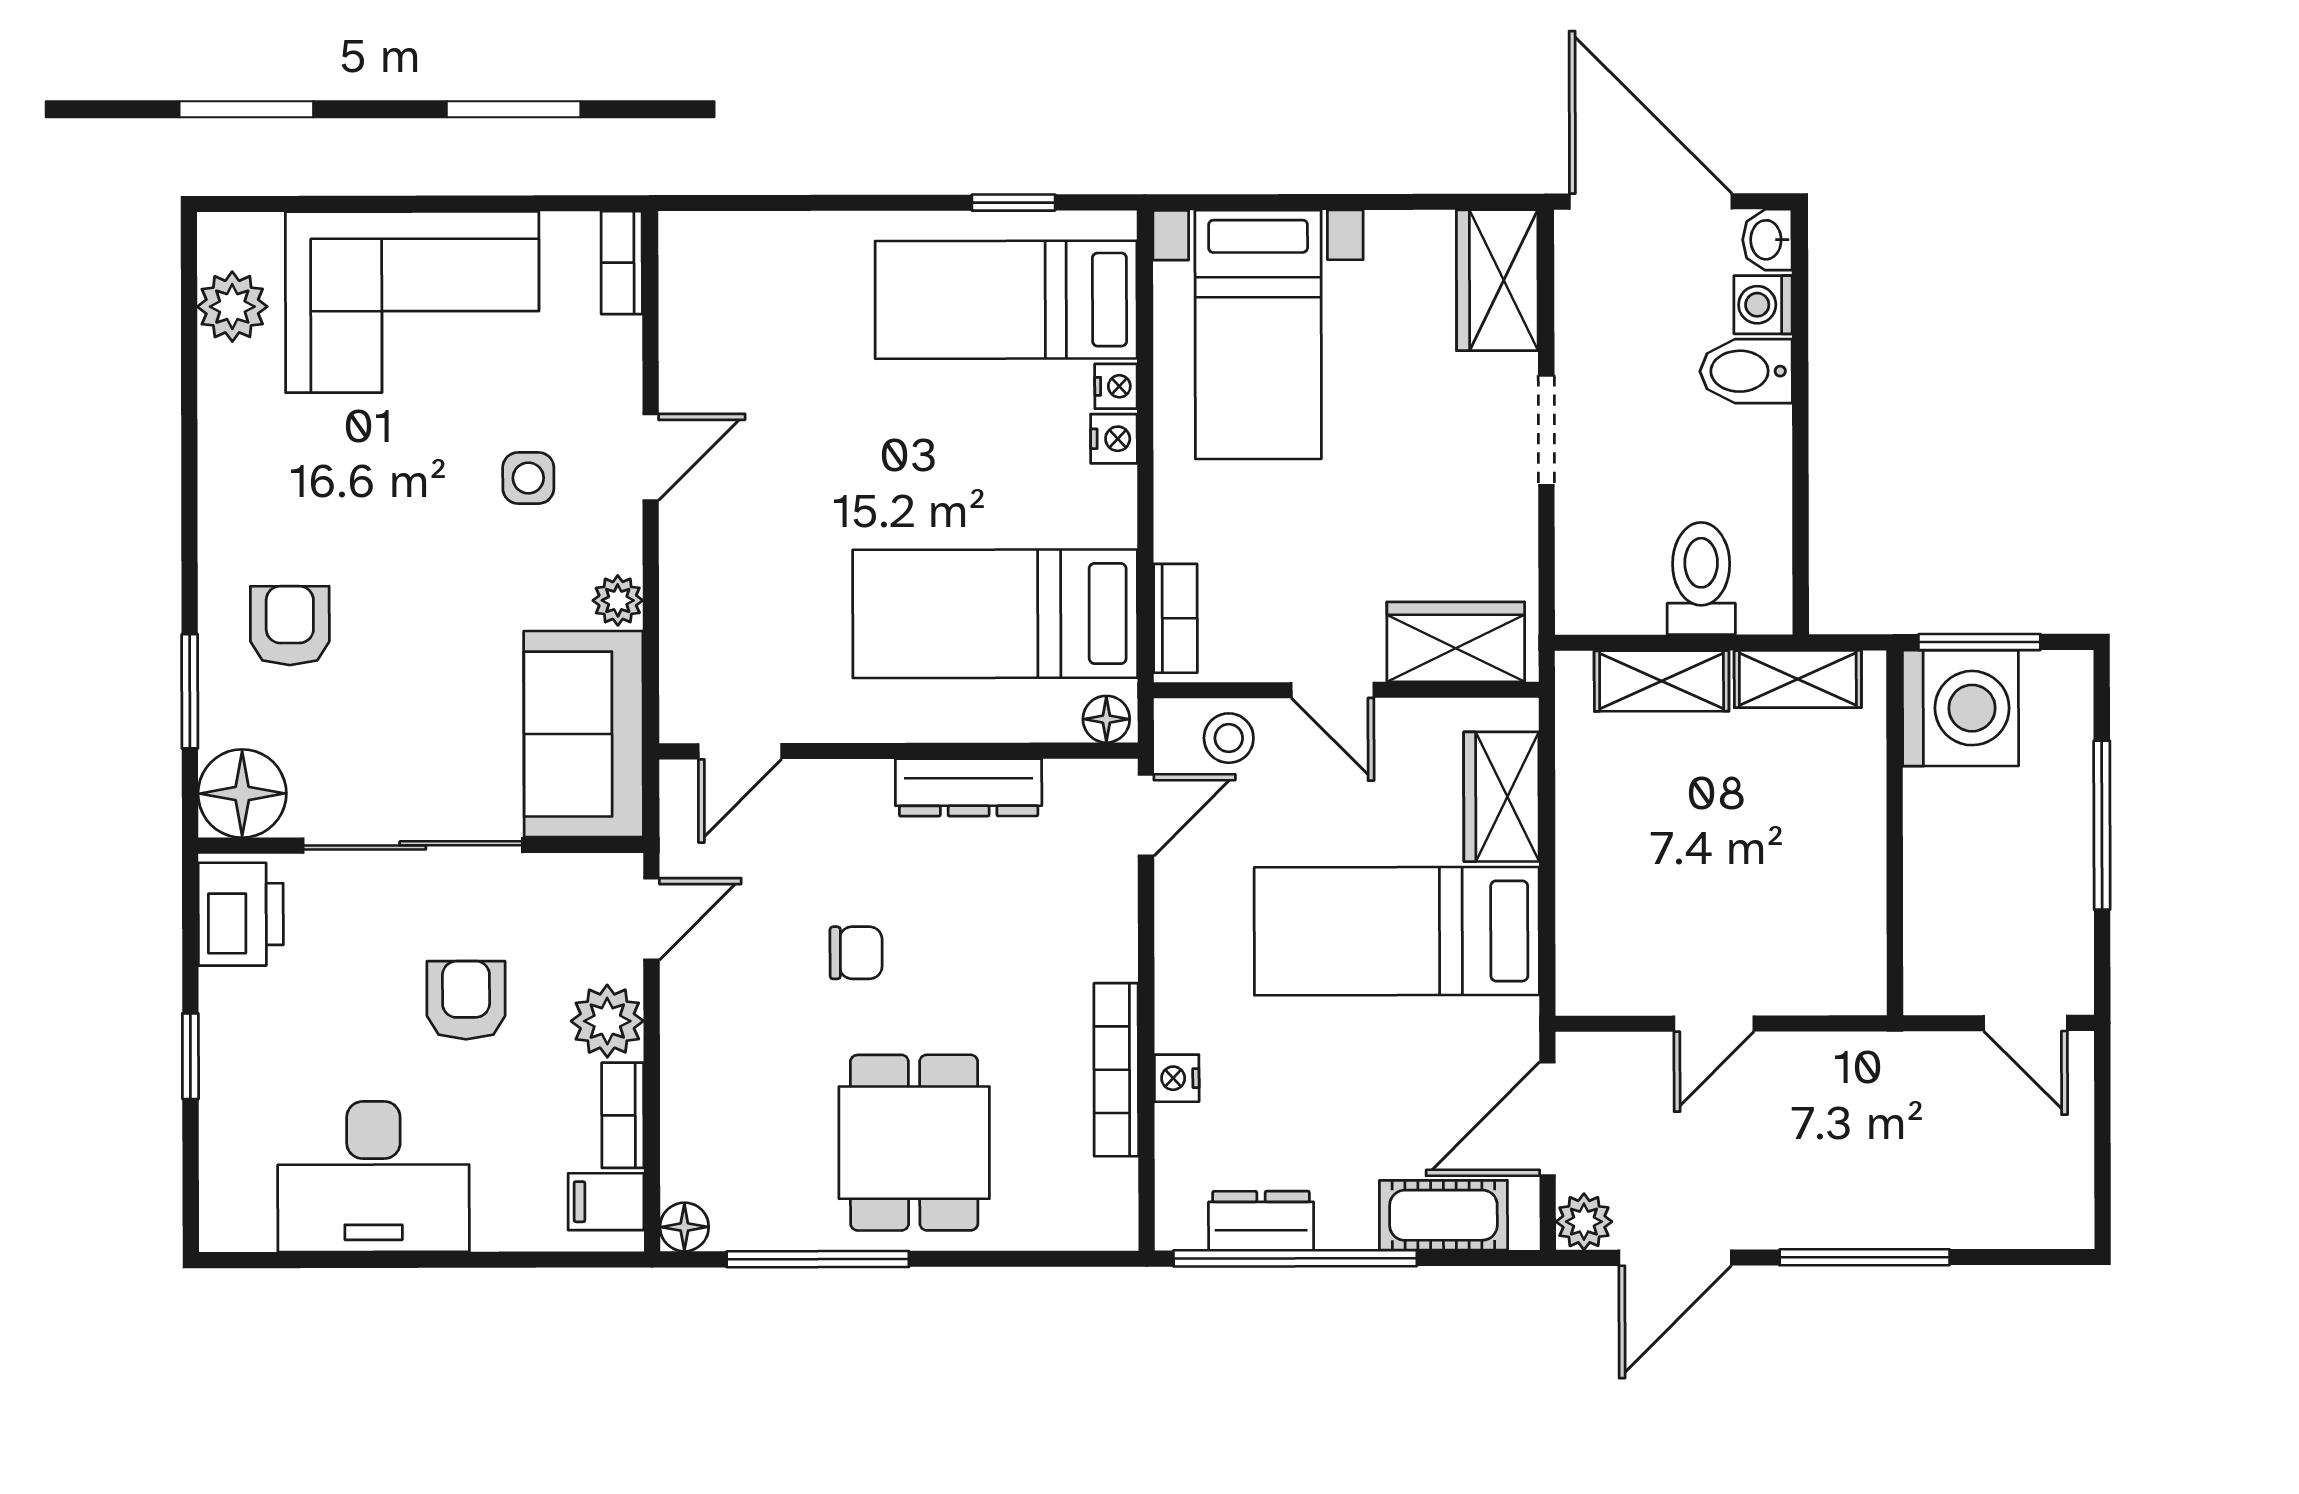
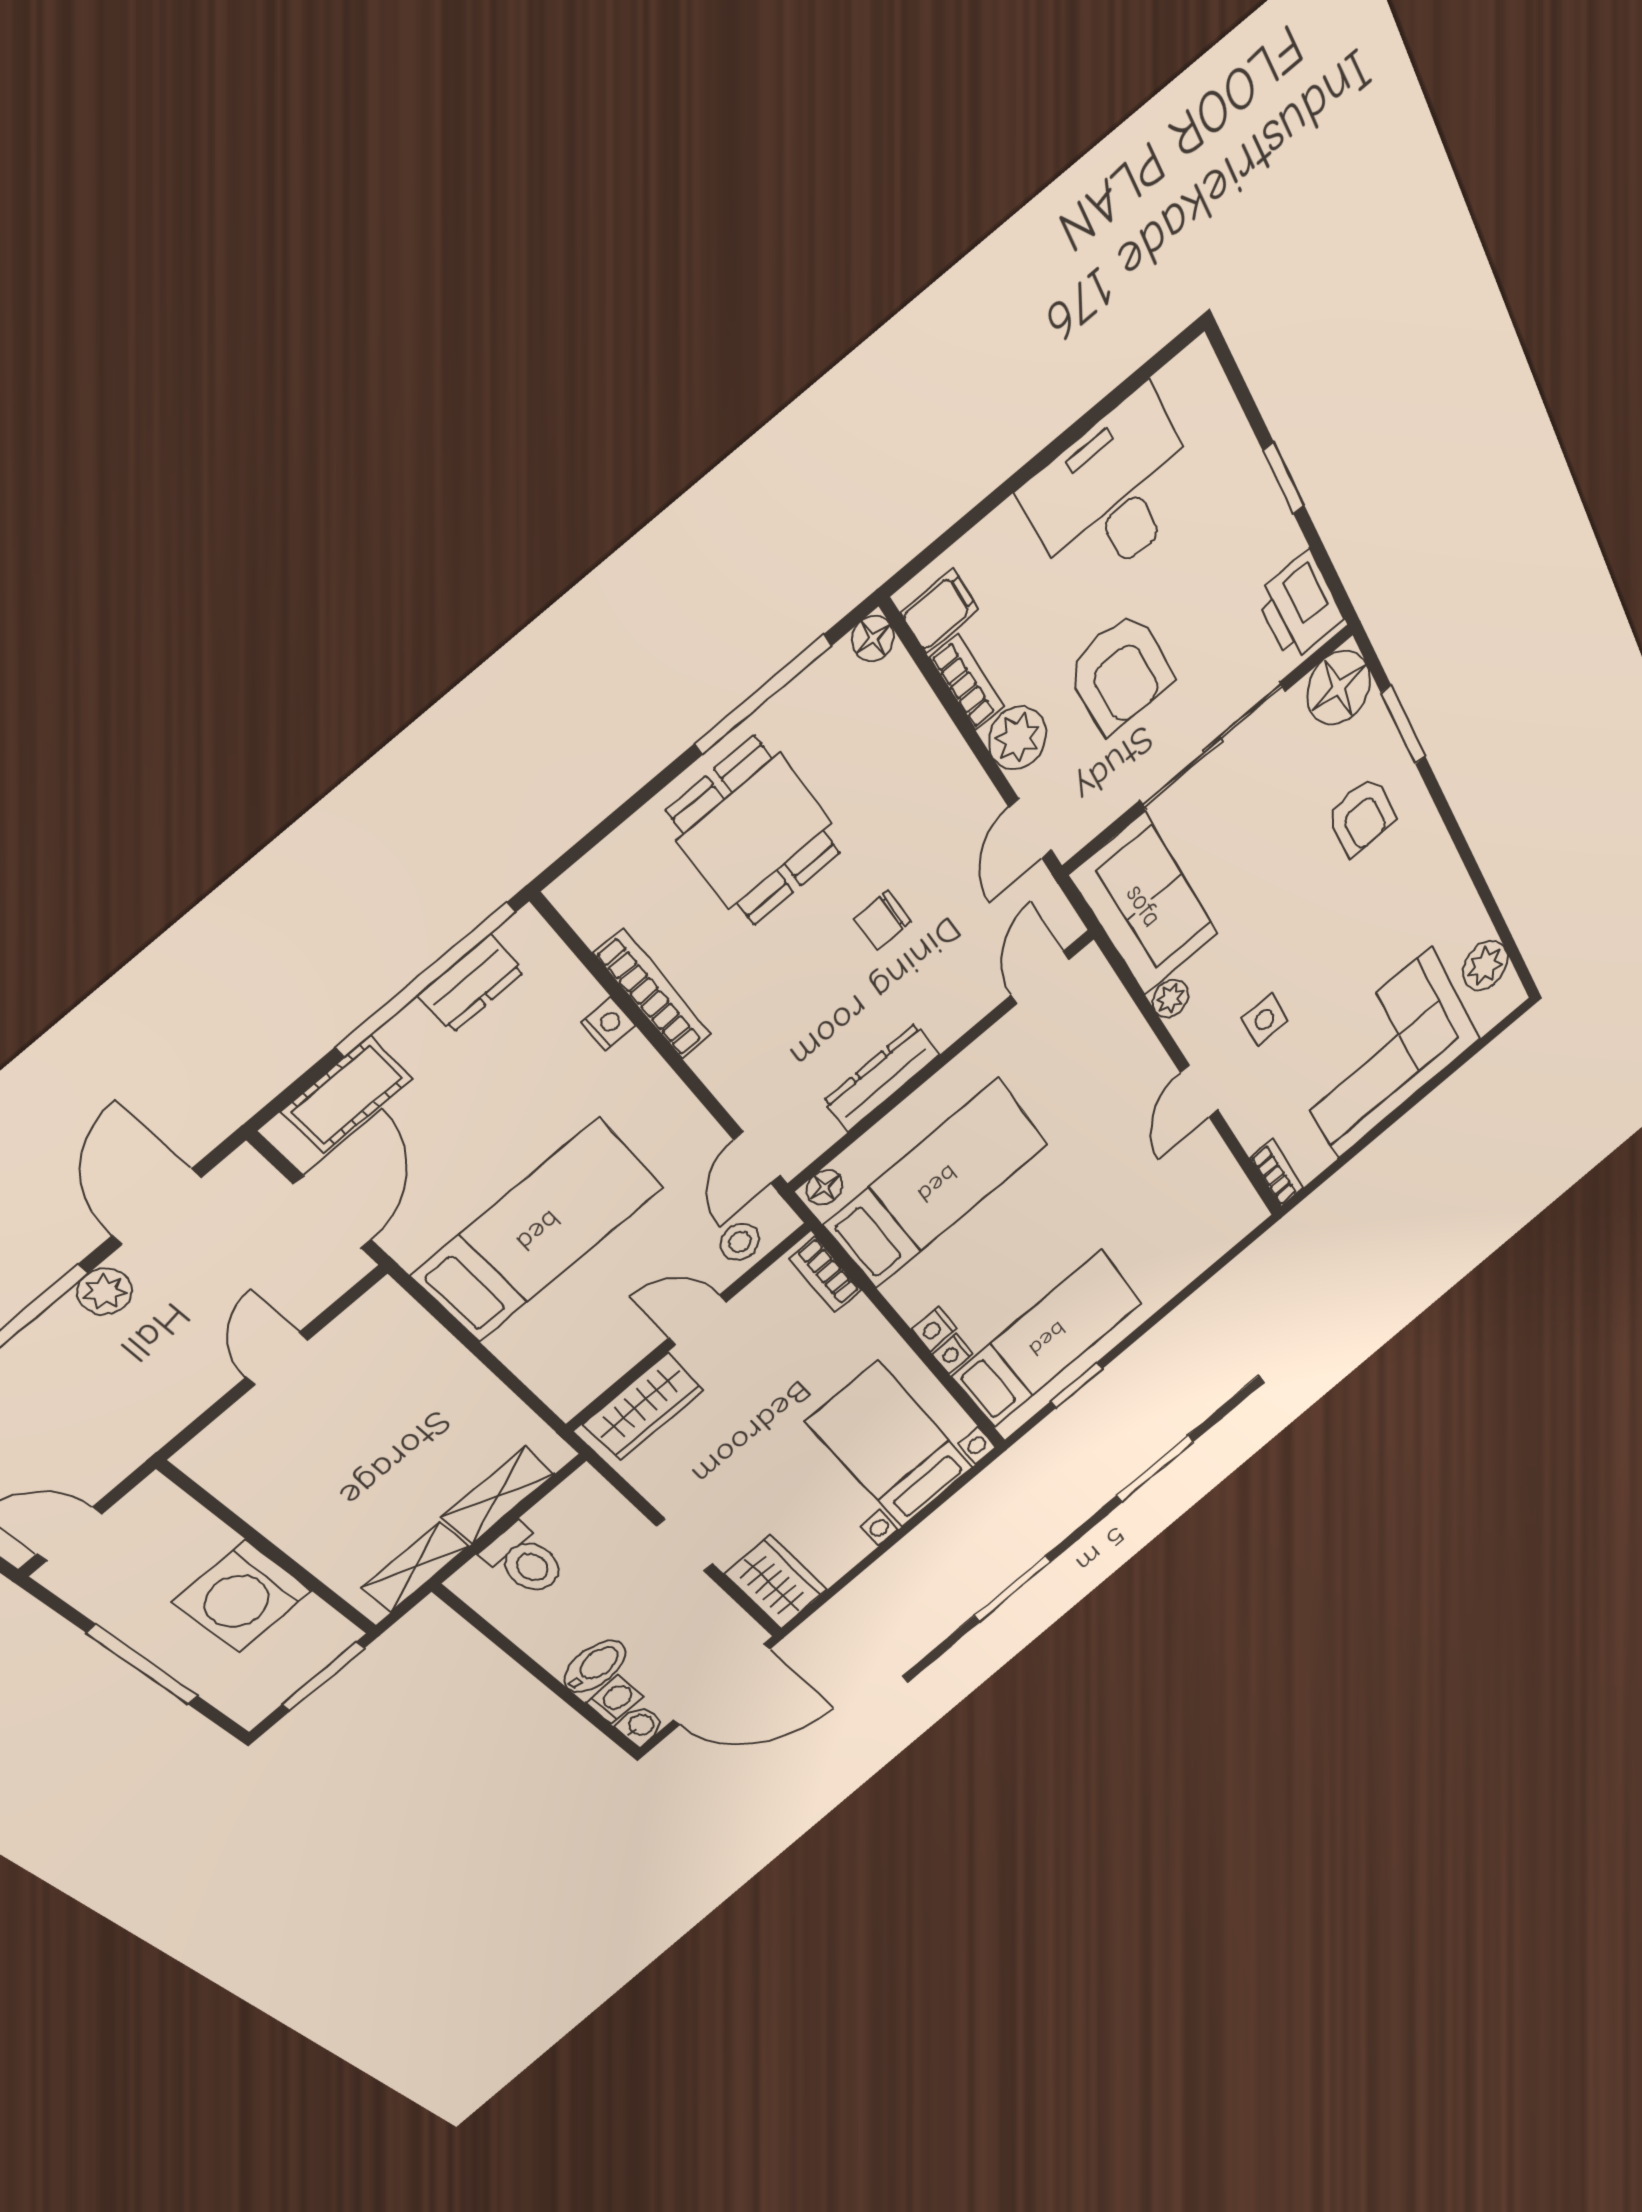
washing machine: (1960, 708) -> (243, 1596), moved
wardrobe: (1501, 797) -> (540, 1357), removed
armchair: (466, 1000) -> (1120, 673), width x1.38, depth x1.38
plant: (1584, 1222) -> (105, 1292), moved

